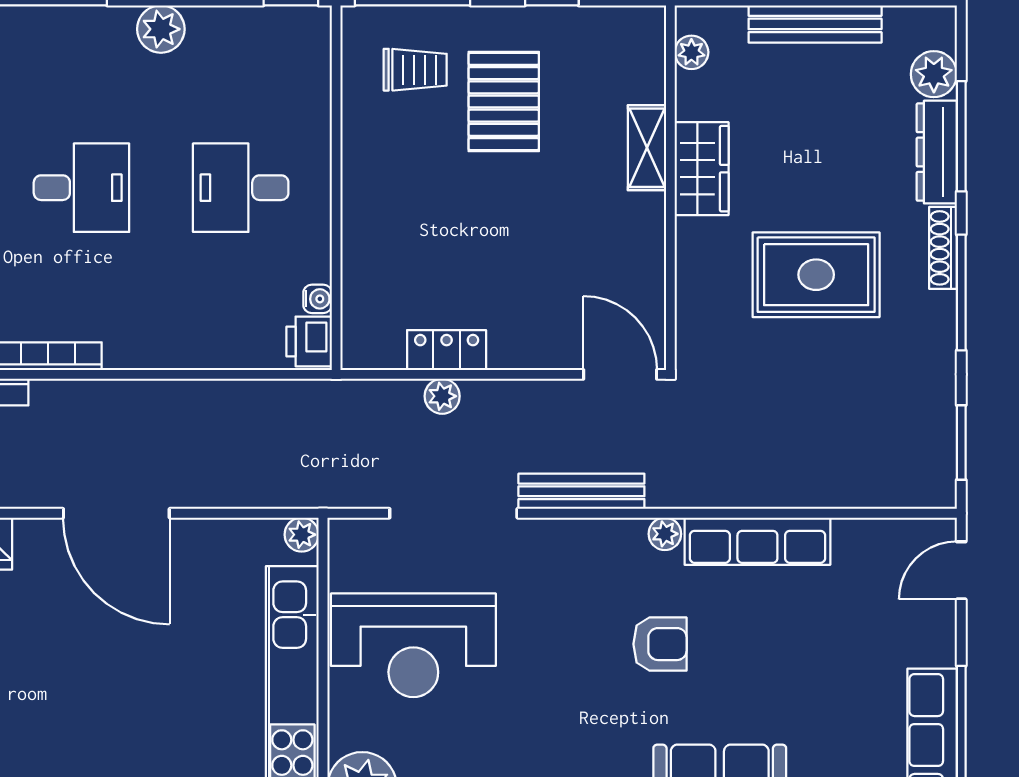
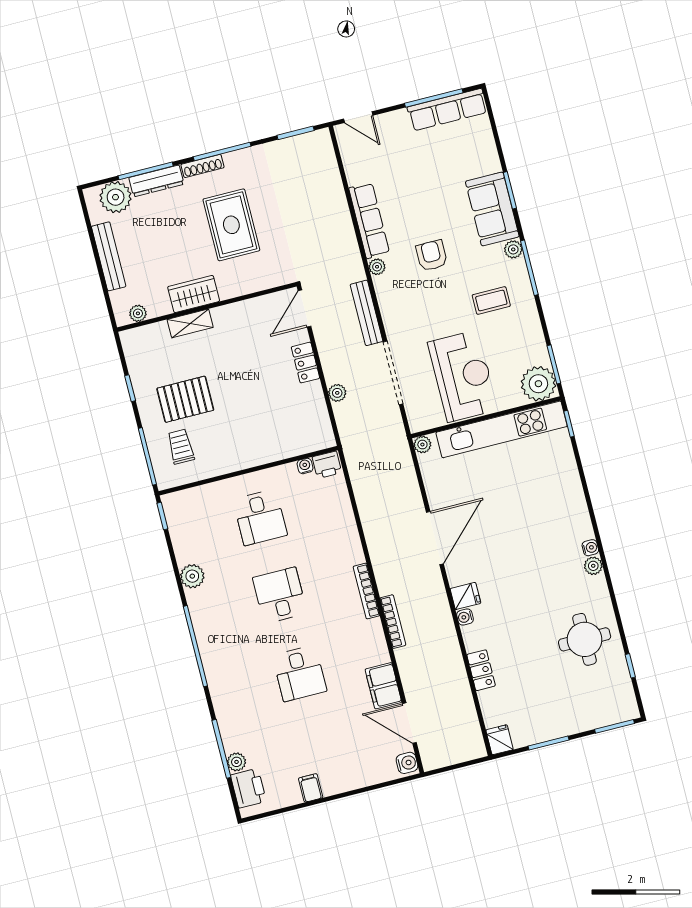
plant: (934, 74) -> (116, 197), width x1.36, depth x1.36
locker: (447, 350) -> (305, 363), moved
coffee table: (545, 737) -> (491, 300), added

